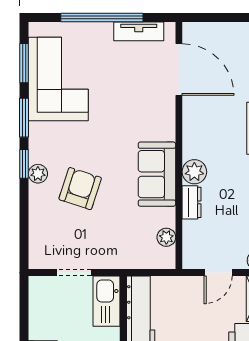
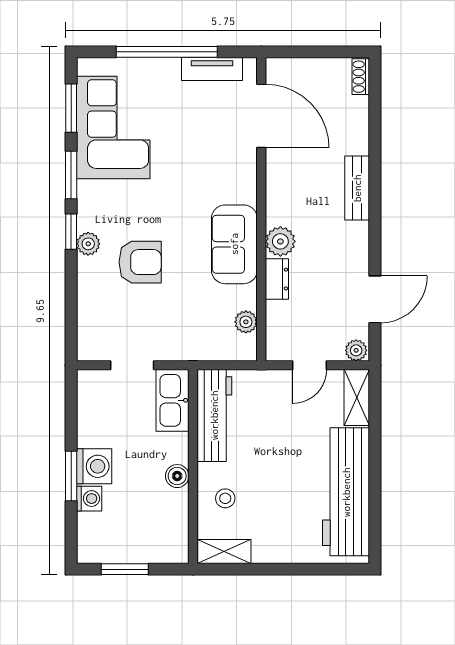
armchair: (80, 189) -> (140, 262), turned 72

